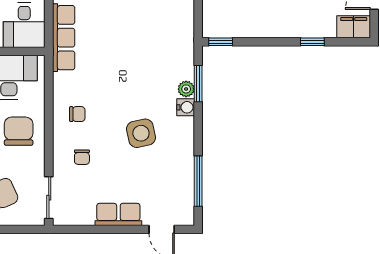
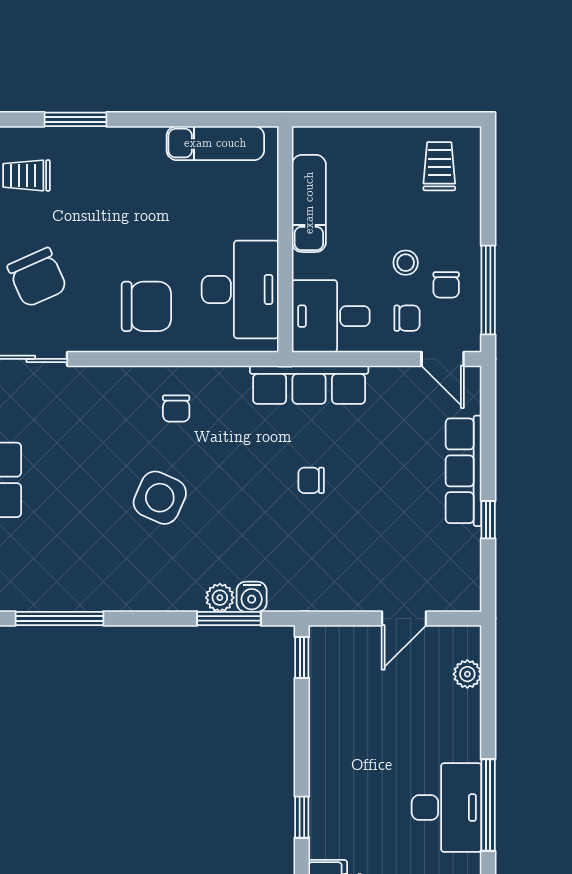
water cooler: (186, 107) -> (252, 597), moved
side table: (141, 133) -> (160, 498), moved, turned 36
chair: (82, 157) -> (311, 480), moved

